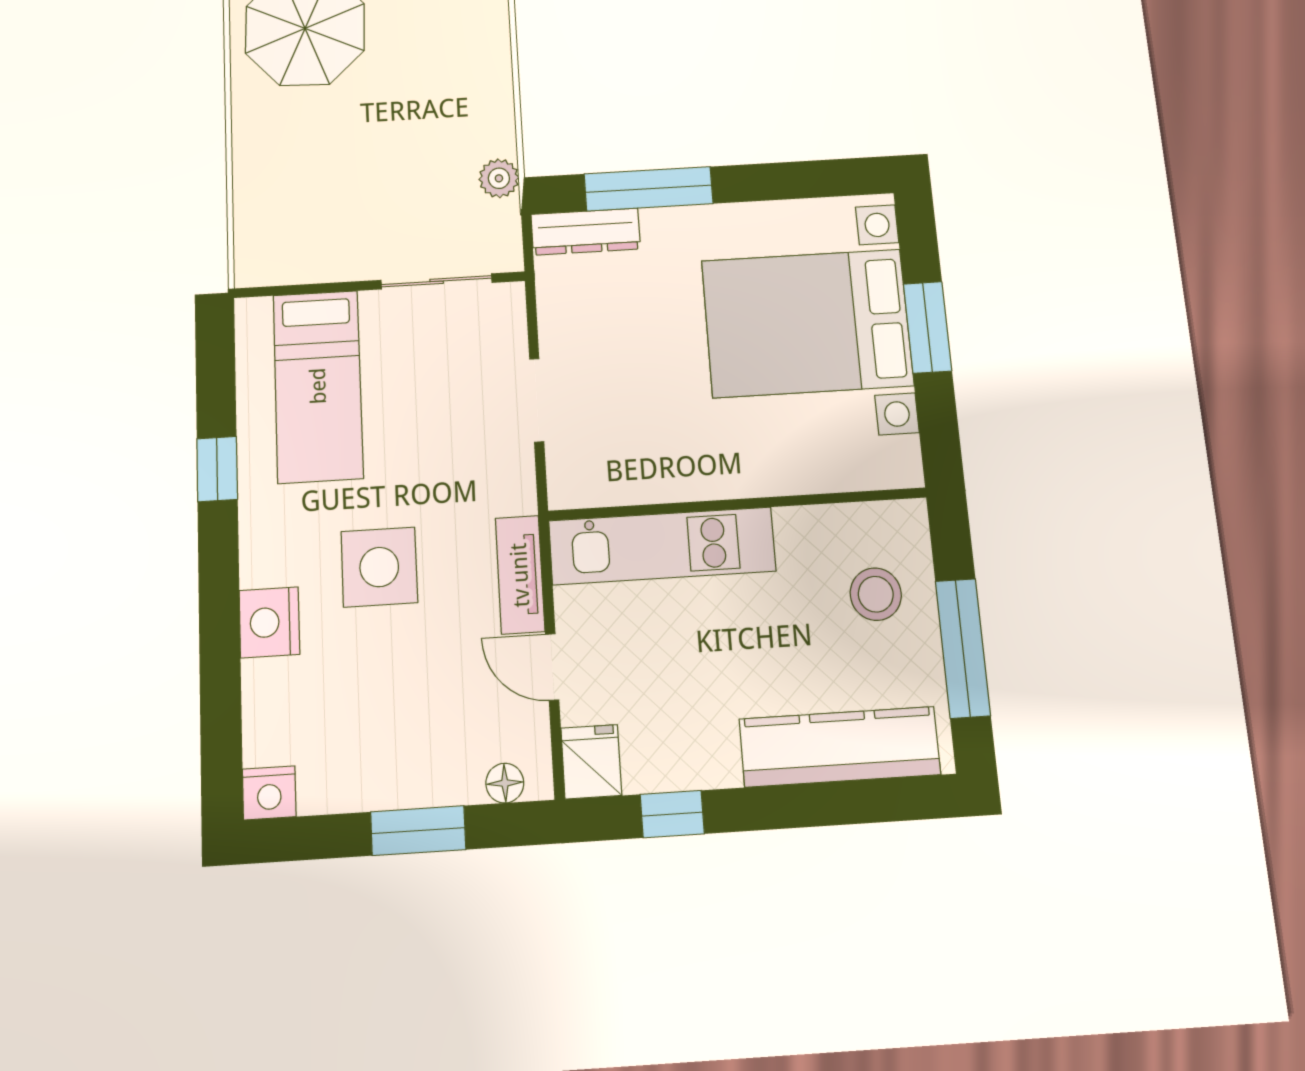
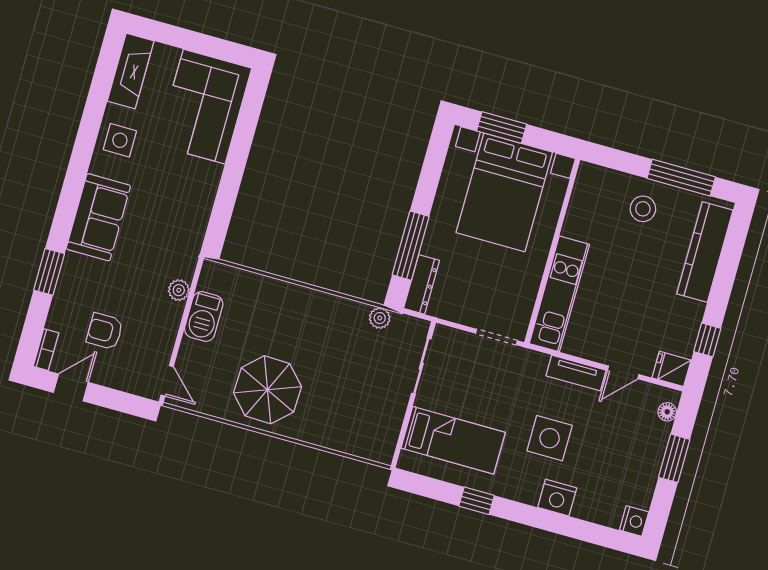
window: (927, 327) -> (502, 127), moved
wall: (737, 504) -> (552, 251), moved
kitchen unit: (662, 546) -> (559, 294), moved

